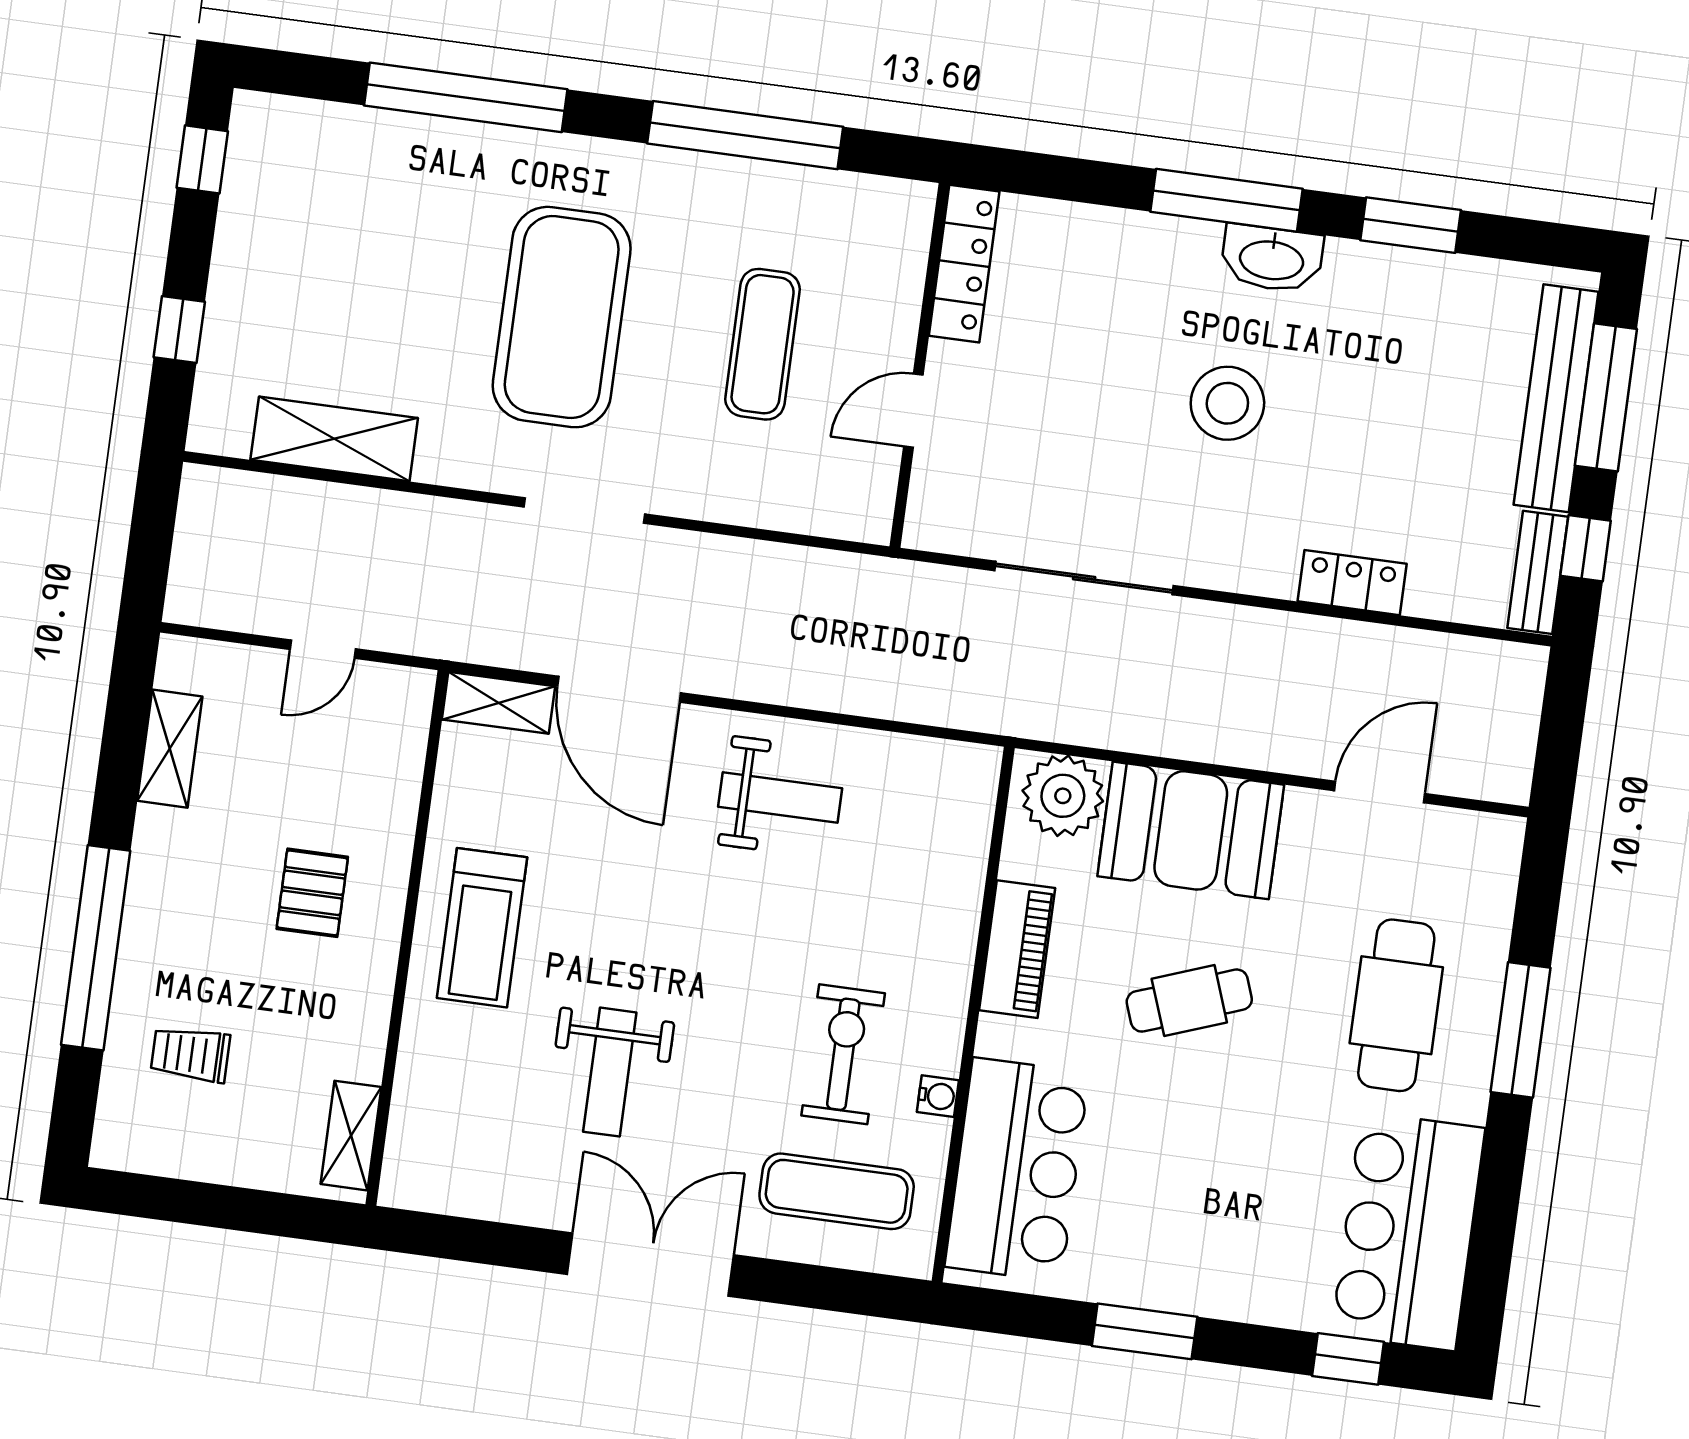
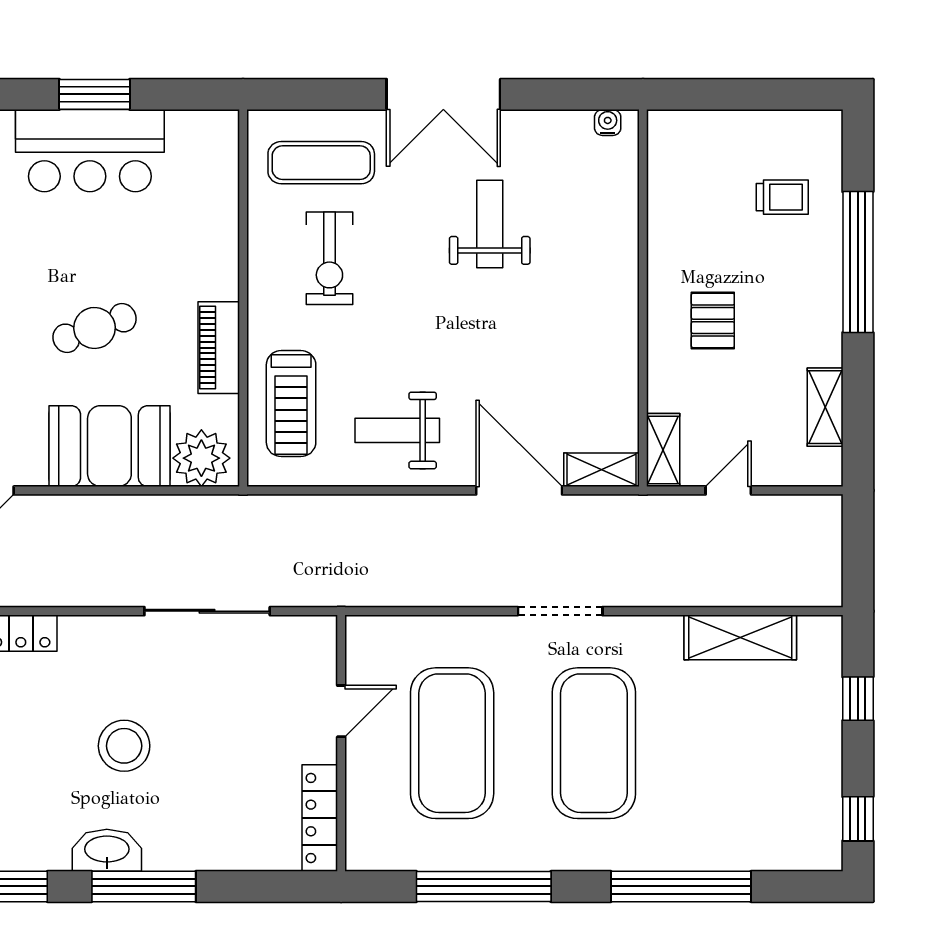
exercise mat: (763, 344) -> (452, 743), width x2.00, depth x1.45
treadmill: (482, 928) -> (291, 404), moved, turned 180
water cooler: (938, 1096) -> (608, 123), moved, turned 90
shelving: (351, 1136) -> (663, 450), moved
bar counter: (1017, 1170) -> (90, 151), moved, turned -90

